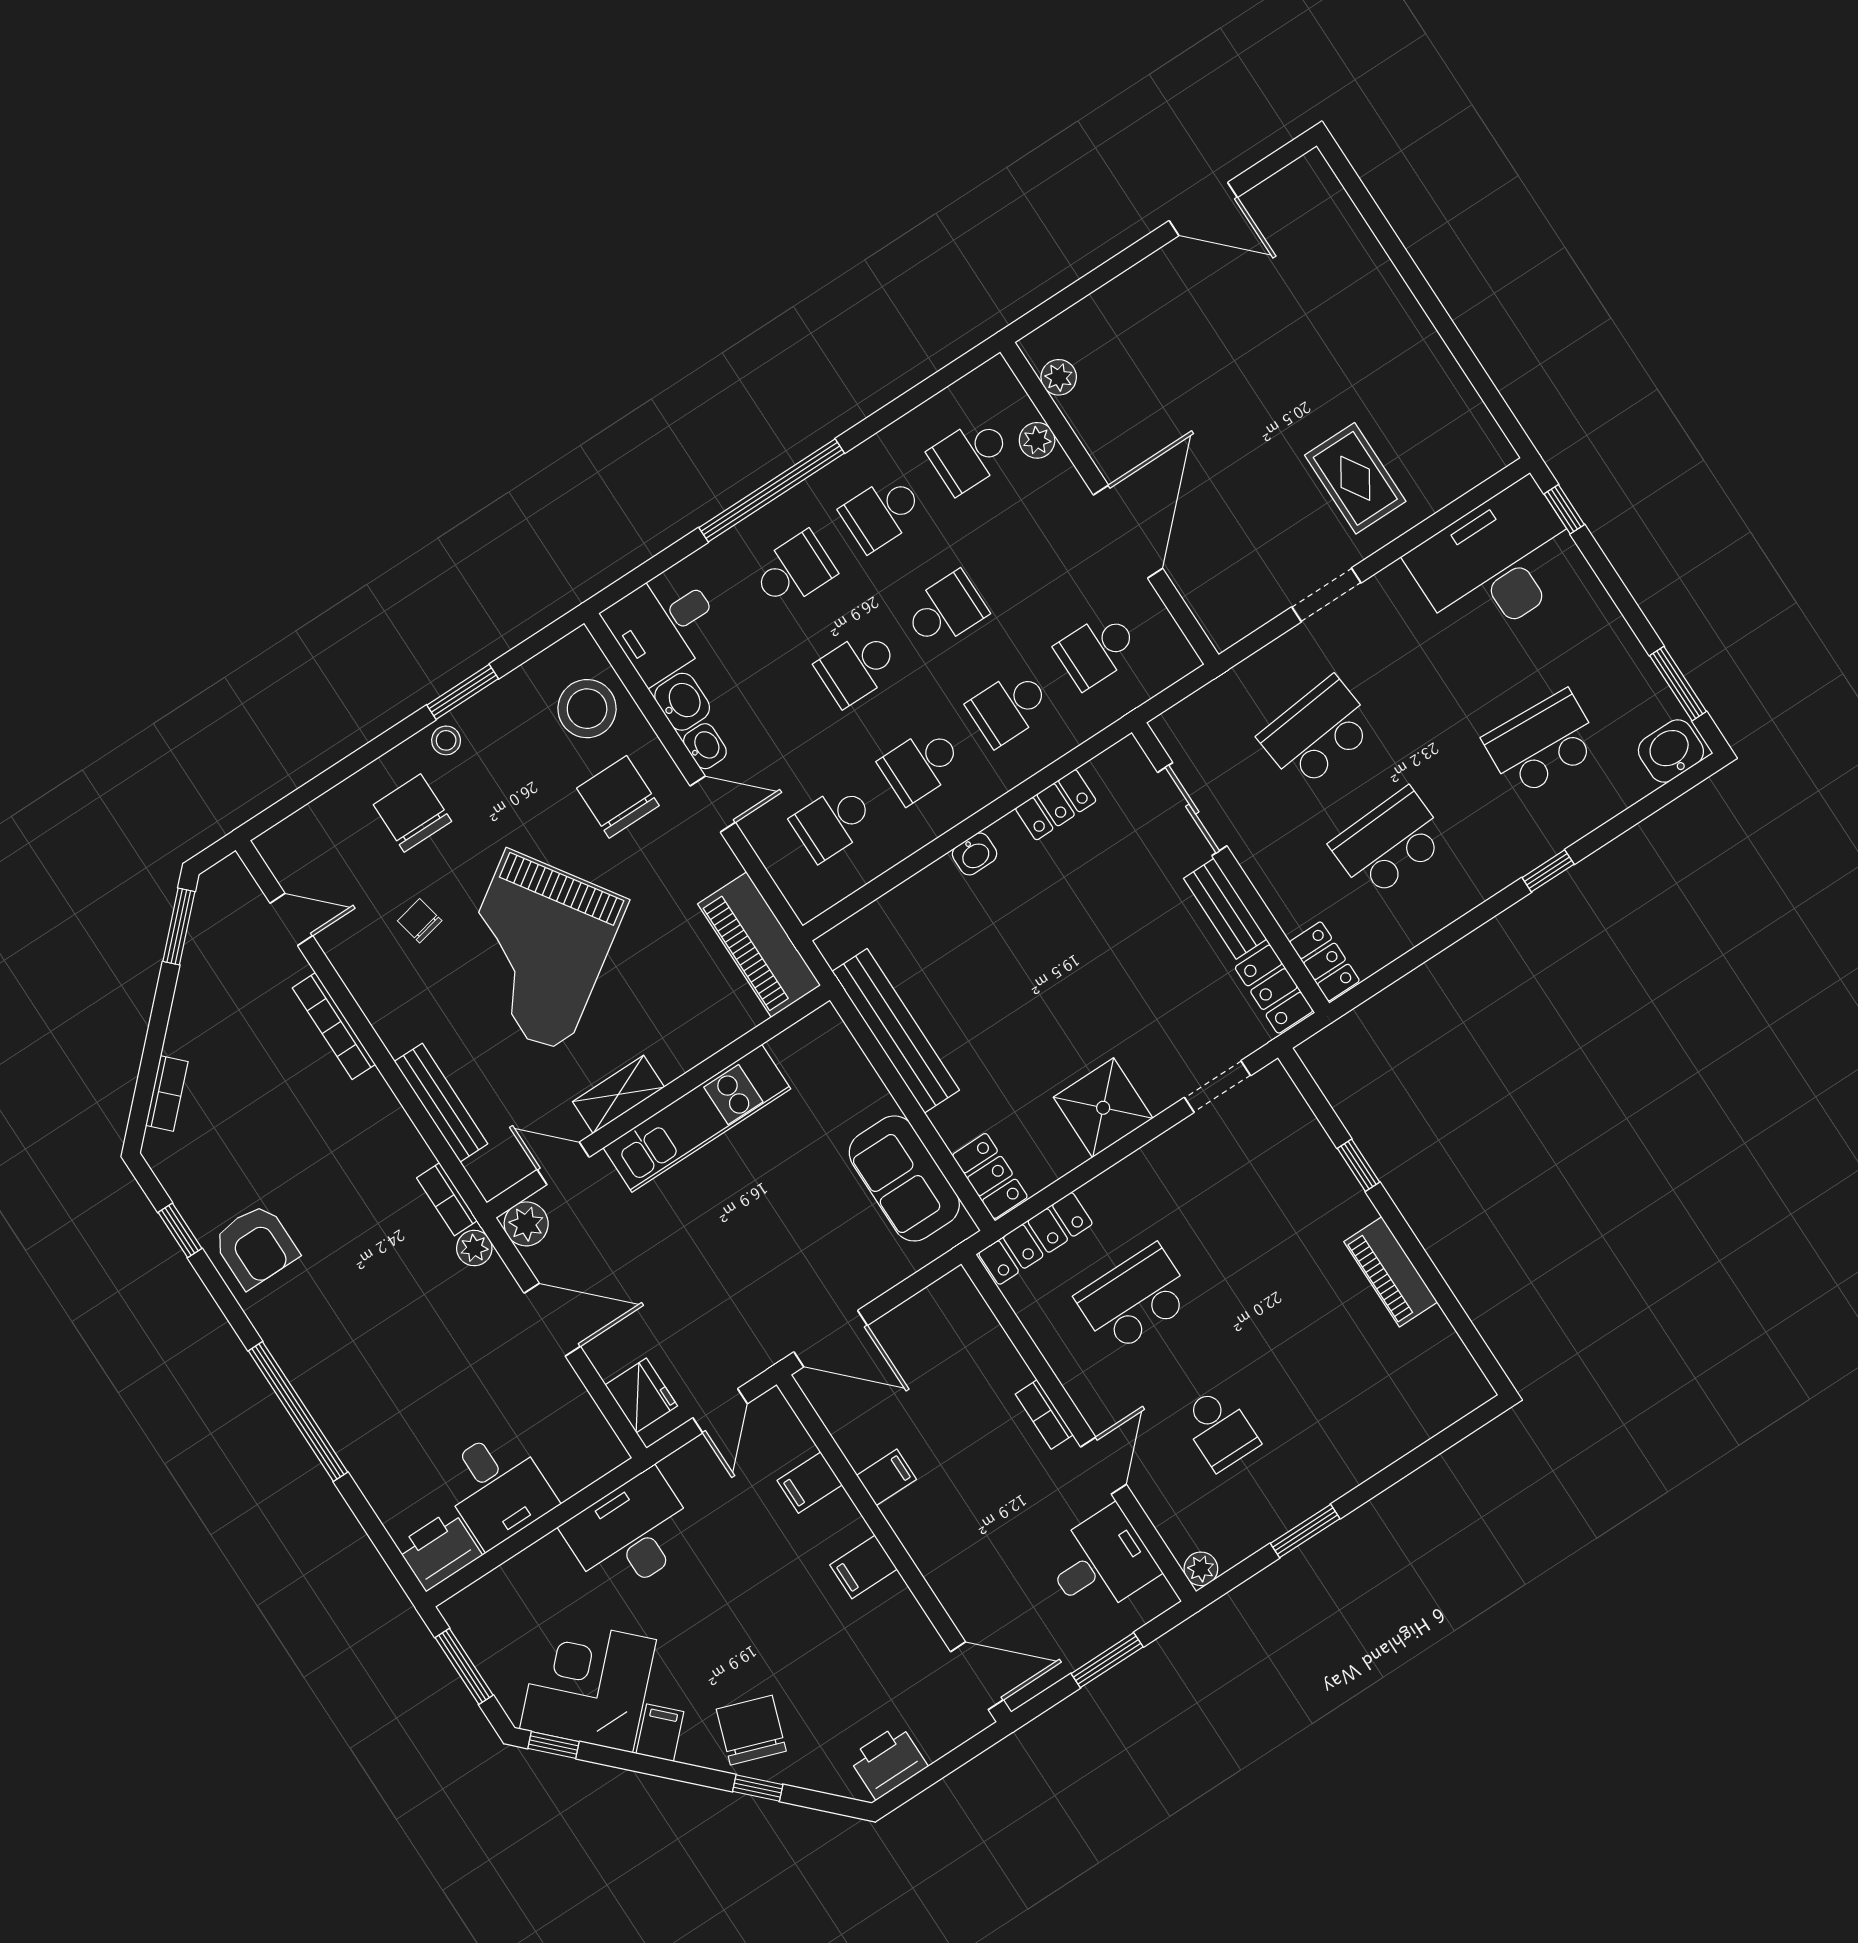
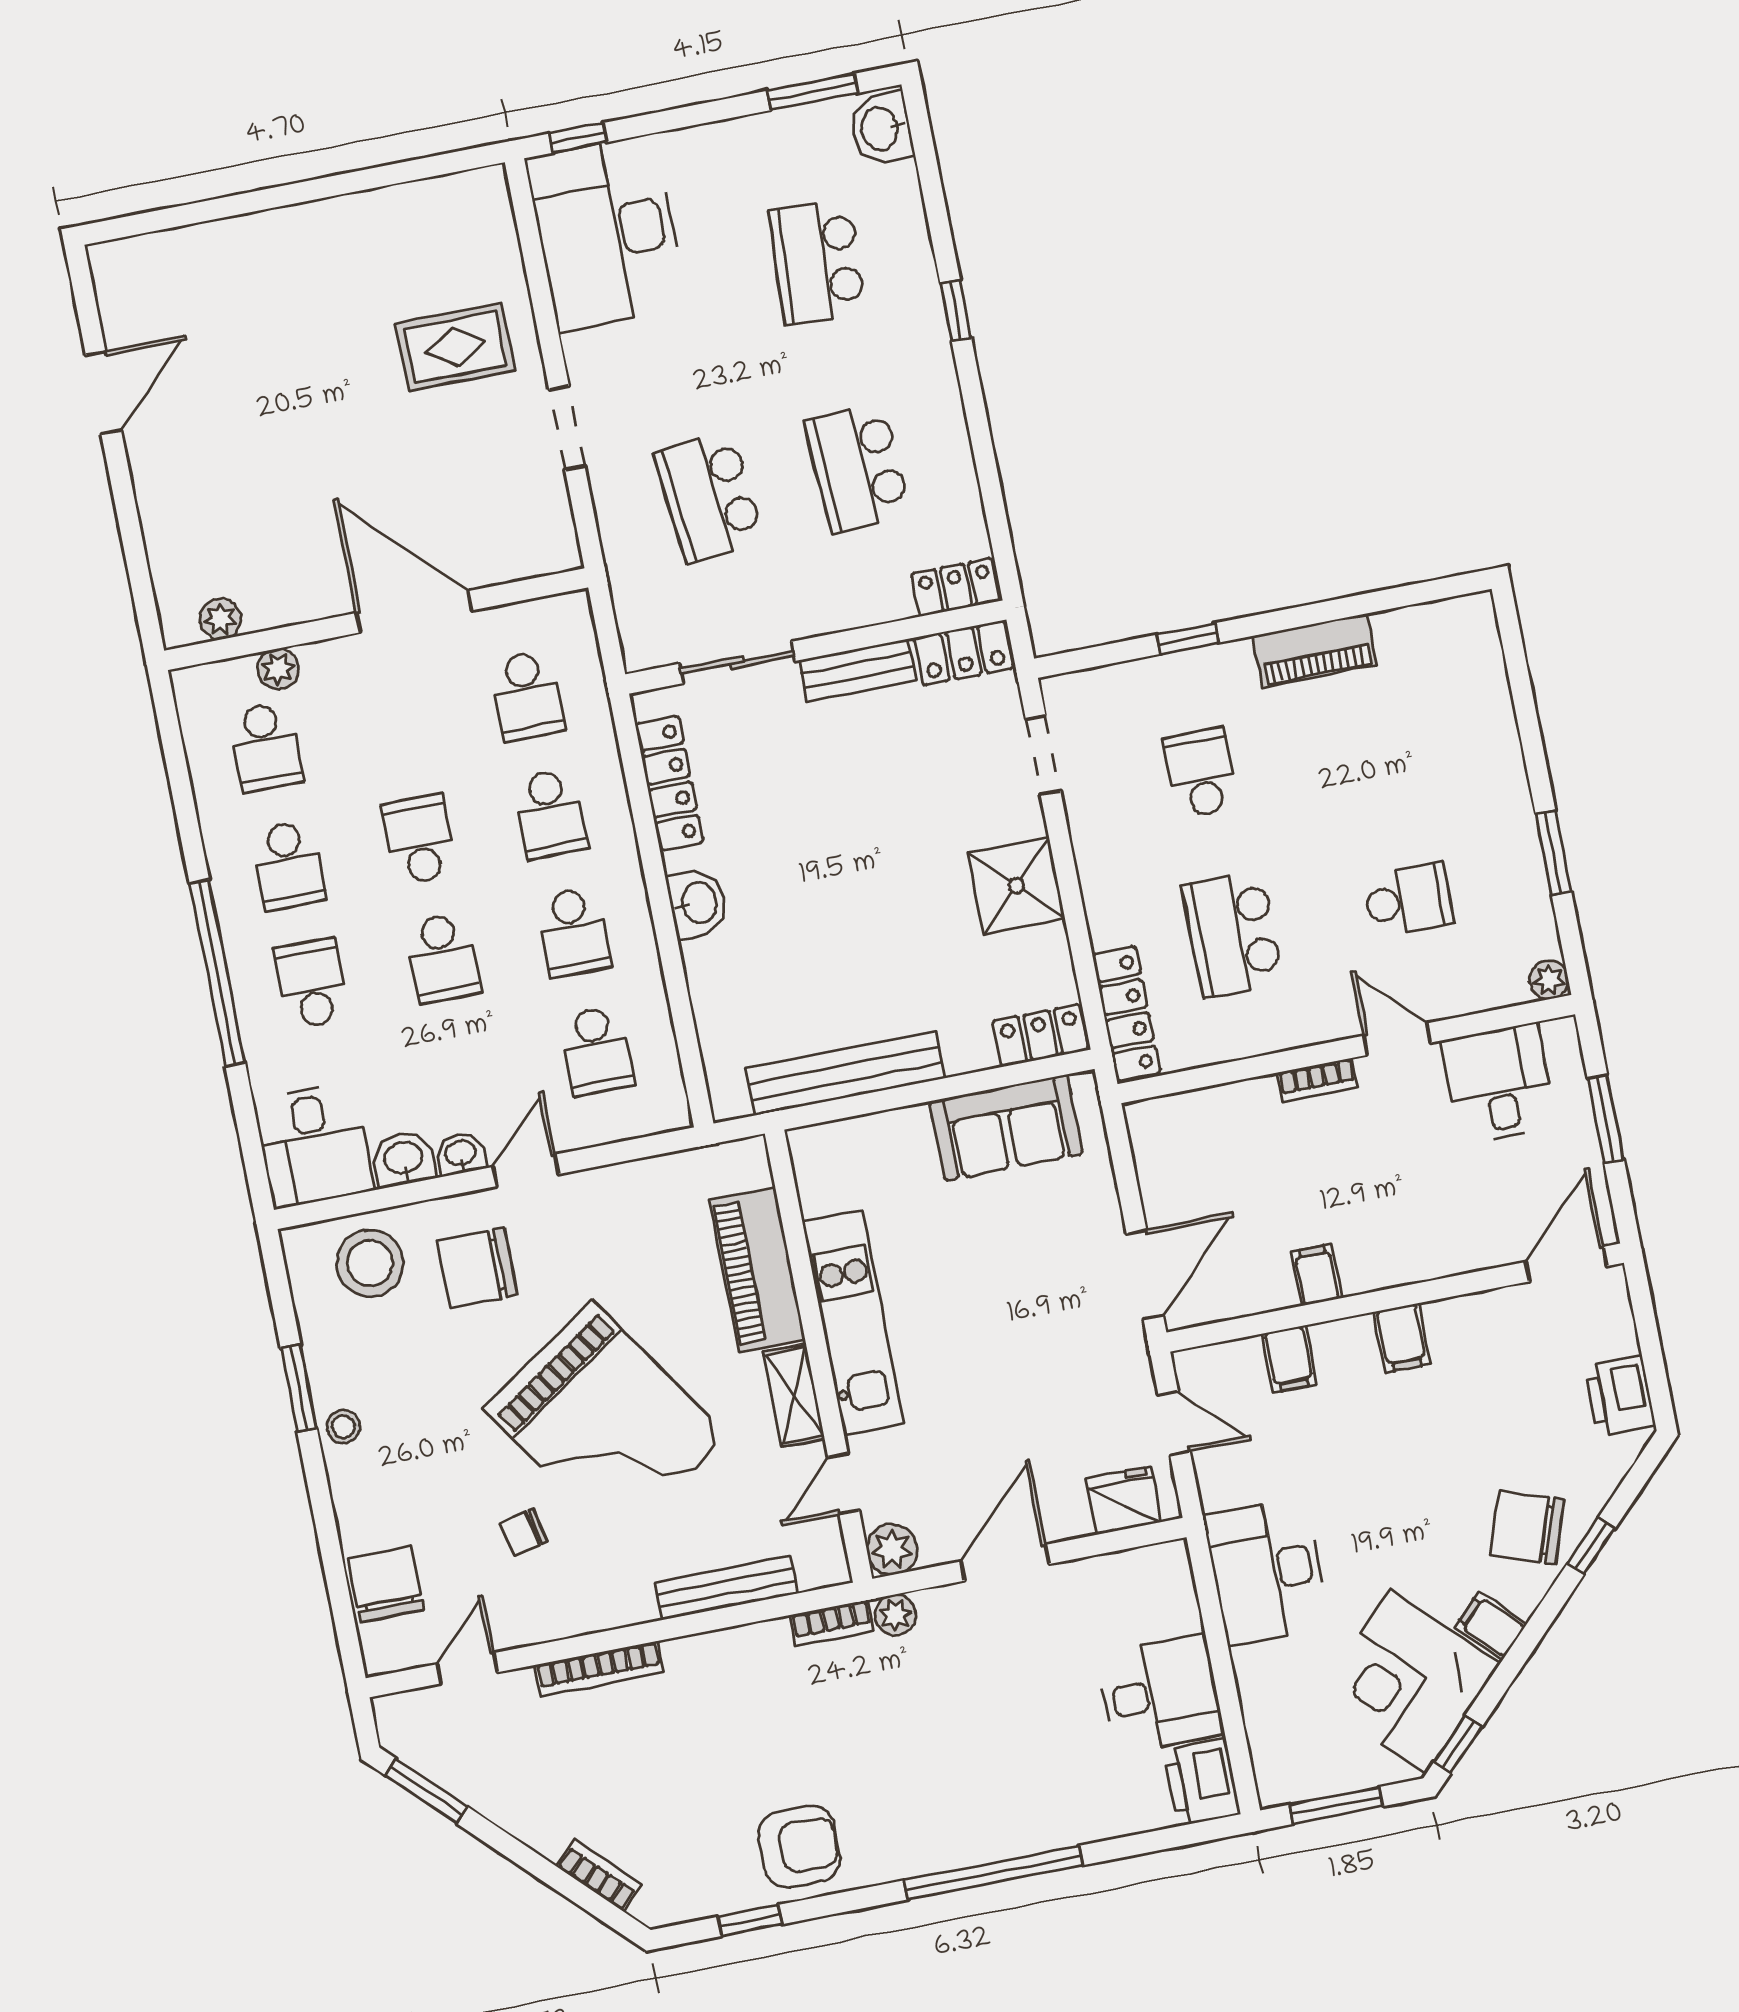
locker: (1056, 805) -> (669, 783), width x1.53
chair: (412, 813) -> (386, 1584), moved, turned 90
washbasin: (975, 854) -> (698, 903), width x1.38, depth x1.45
piano: (759, 945) -> (757, 1270), moved, turned 90
school desk: (1254, 1220) -> (1201, 773), added

